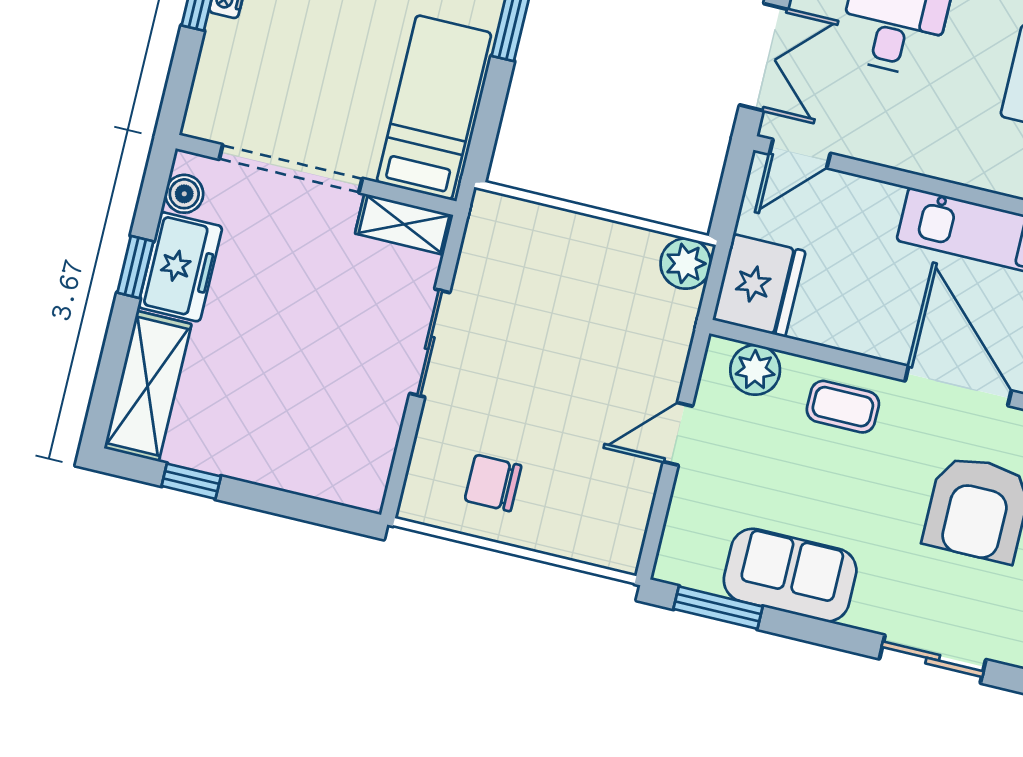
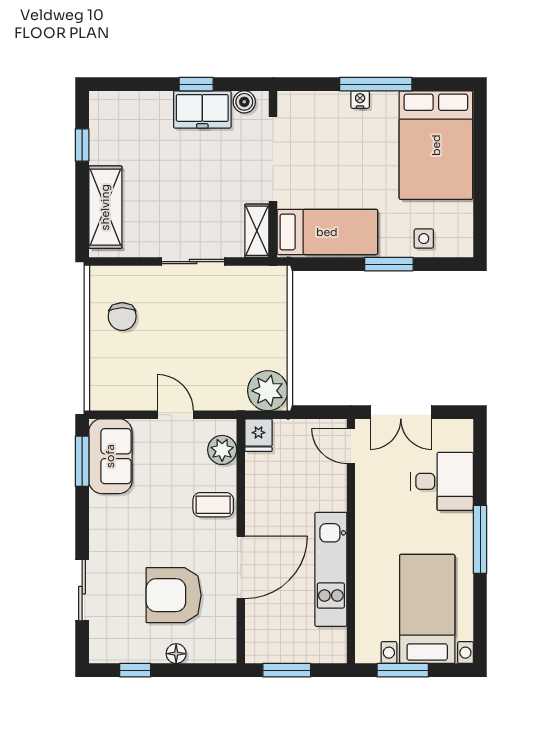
plant: (686, 264) -> (268, 391), width x1.36, depth x1.36
fridge: (759, 285) -> (258, 435), width x0.53, depth x0.75
shelving: (148, 386) -> (105, 207), moved, turned 90
coffee table: (843, 407) -> (213, 505), turned 90
chair: (493, 483) -> (122, 317), turned 180
sofa: (790, 575) -> (110, 456), moved

